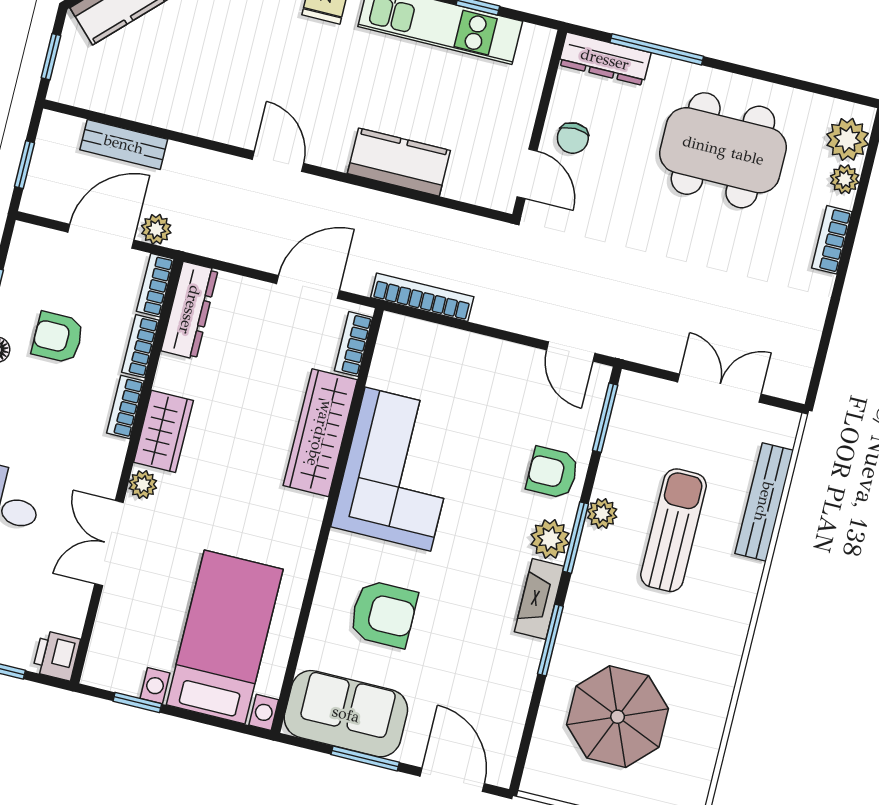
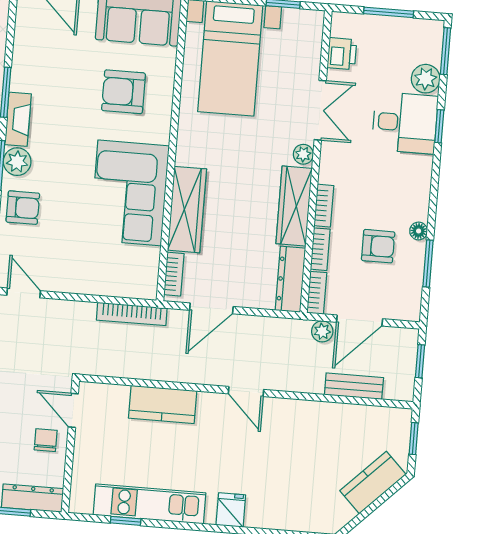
wardrobe: (163, 431) -> (294, 206), width x1.50
printer: (56, 656) -> (342, 54), moved

